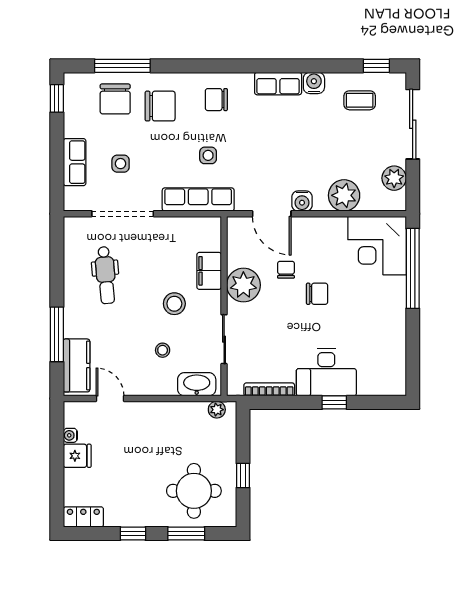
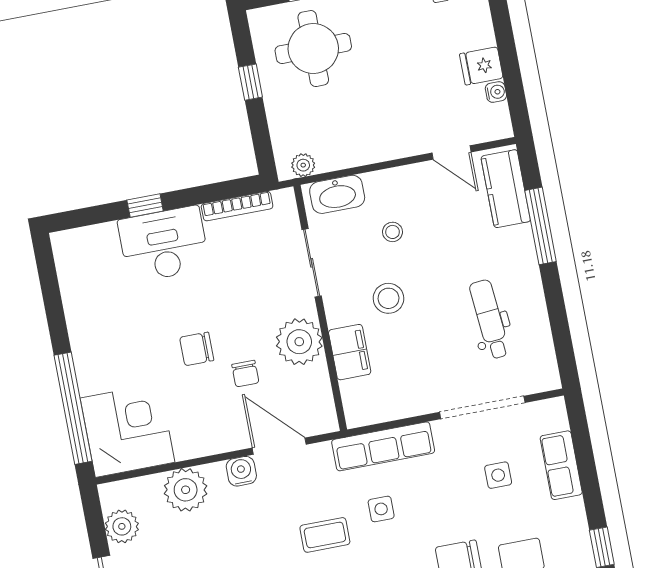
coffee table: (251, 145) -> (325, 535), added

